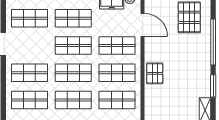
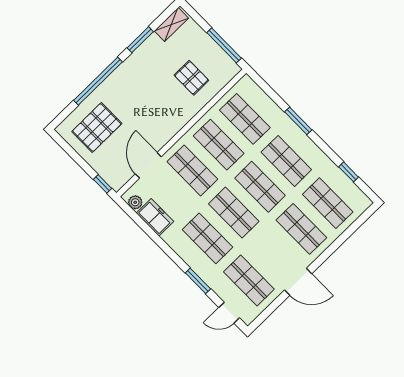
pallet: (155, 73) -> (191, 78), moved, turned 90

